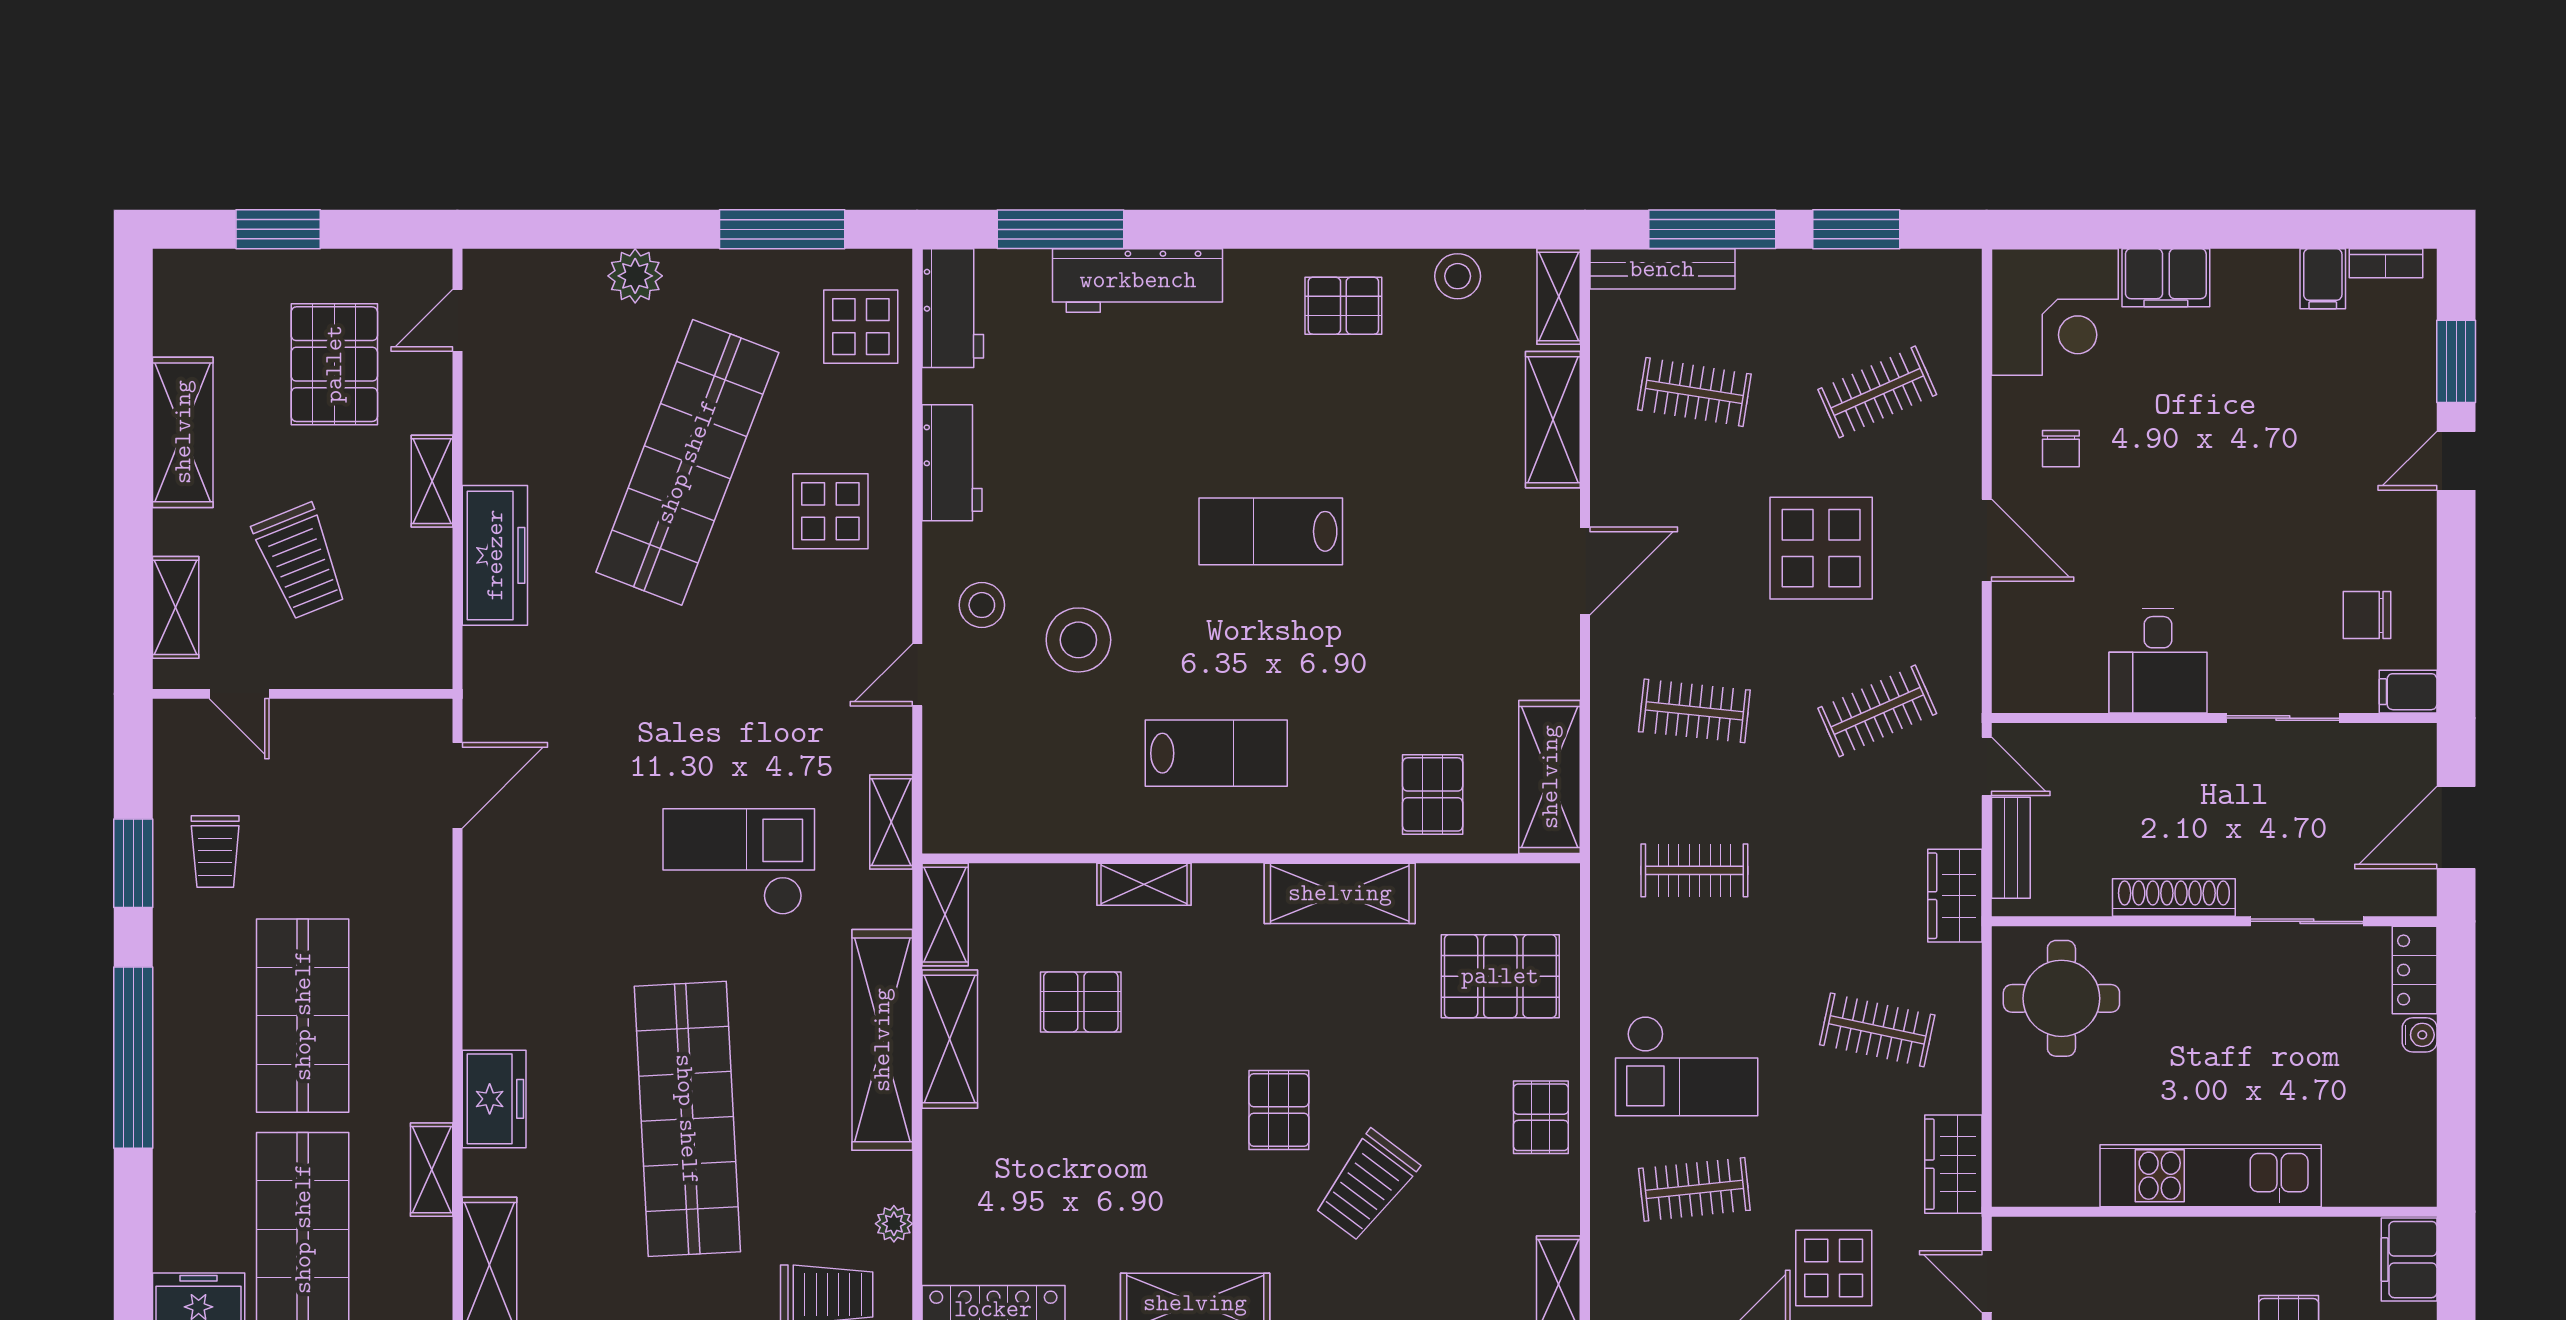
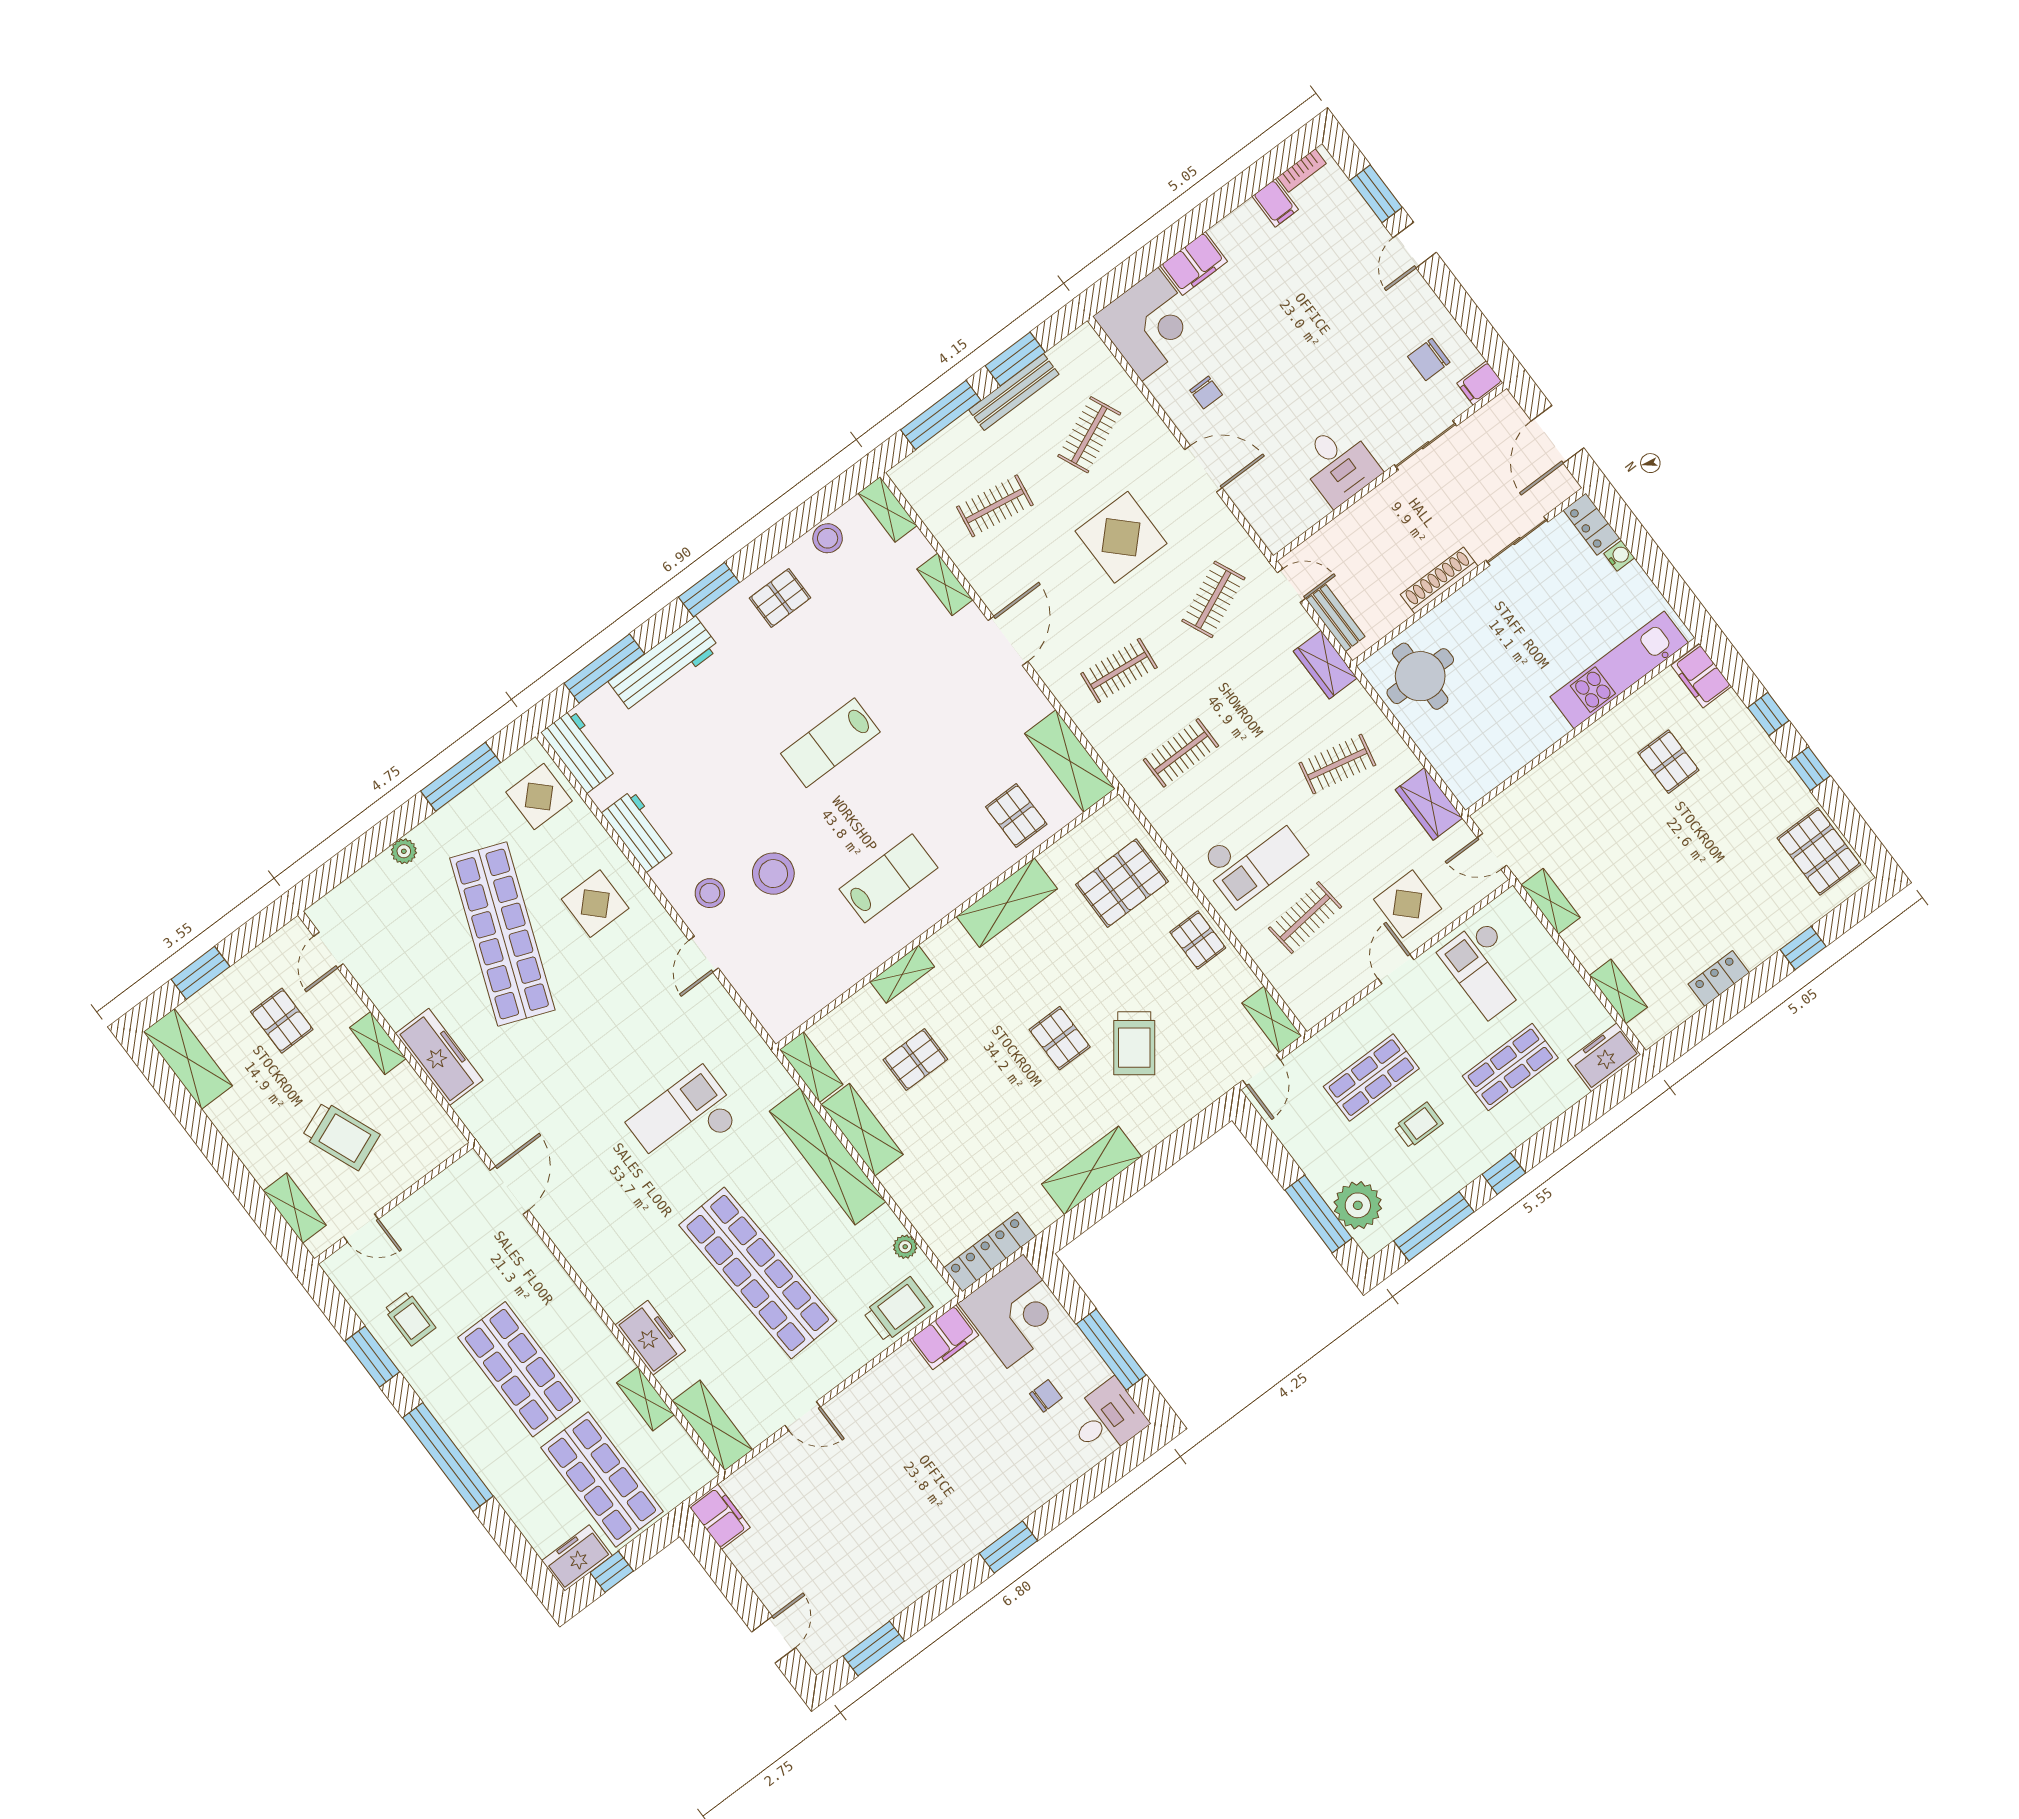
window: (1263, 229) -> (709, 590), added
bench: (1662, 269) -> (1014, 392), moved
plant: (635, 276) -> (404, 851), width x0.73, depth x0.73
pallet: (334, 364) -> (282, 1021), width x0.67, depth x0.71
shelving: (1553, 420) -> (945, 584), width x0.67, depth x0.75
shelving: (183, 432) -> (188, 1059), moved
shelving: (891, 822) -> (747, 1040), removed
kitchen unit: (2211, 1176) -> (1619, 670), moved

